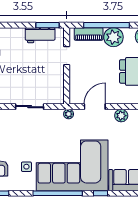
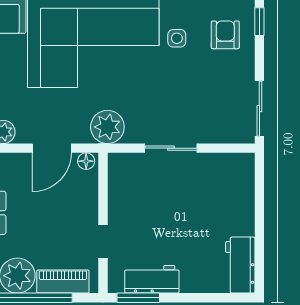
floor lamp: (76, 100) -> (86, 161), added
plant: (69, 114) -> (107, 127), width x1.88, depth x1.88

